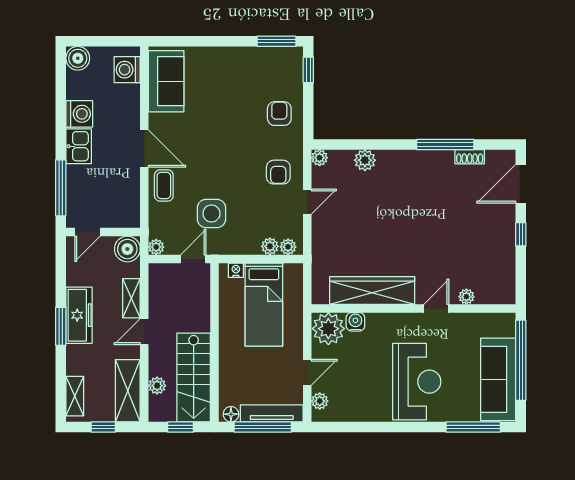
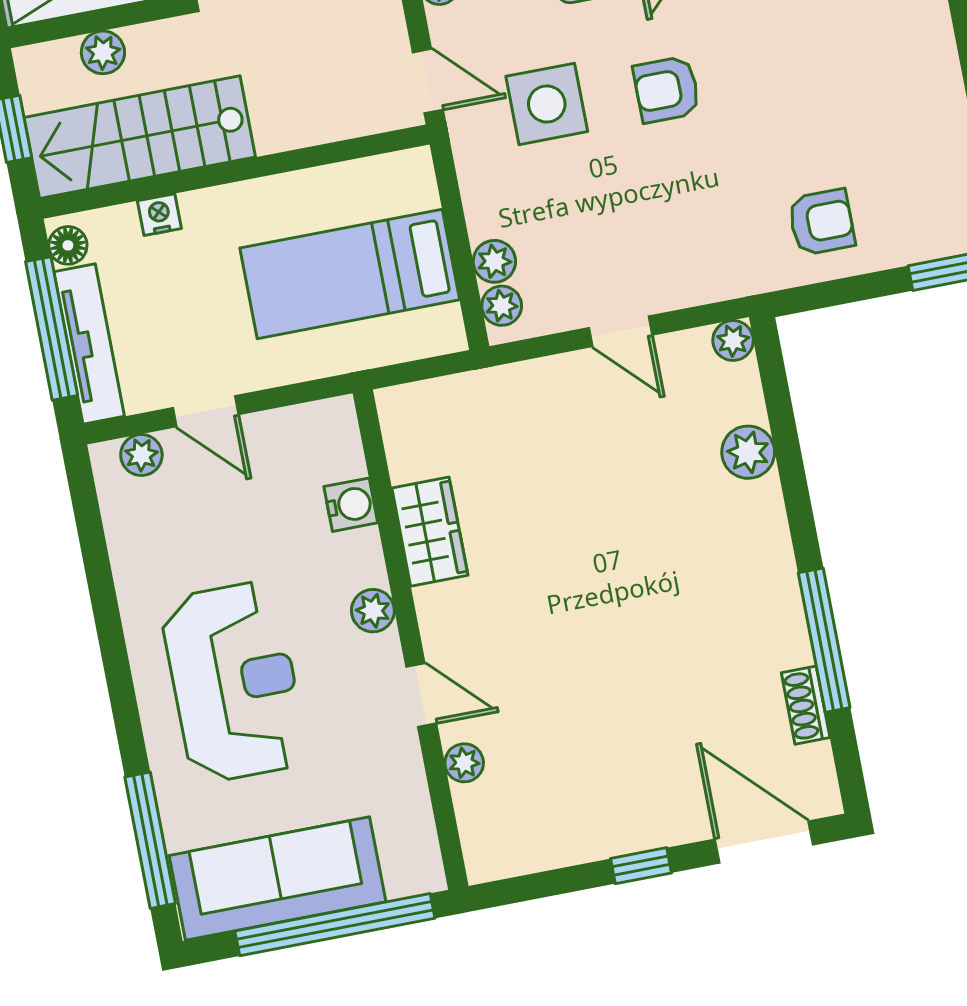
armchair: (278, 172) -> (667, 89), moved
nightstand: (236, 270) -> (159, 215), moved, turned -90
wardrobe: (372, 291) -> (430, 532), width x0.48, depth x0.85
plant: (328, 329) -> (373, 611), moved, width x0.53, depth x0.53
reception desk: (417, 382) -> (234, 682), turned -90

